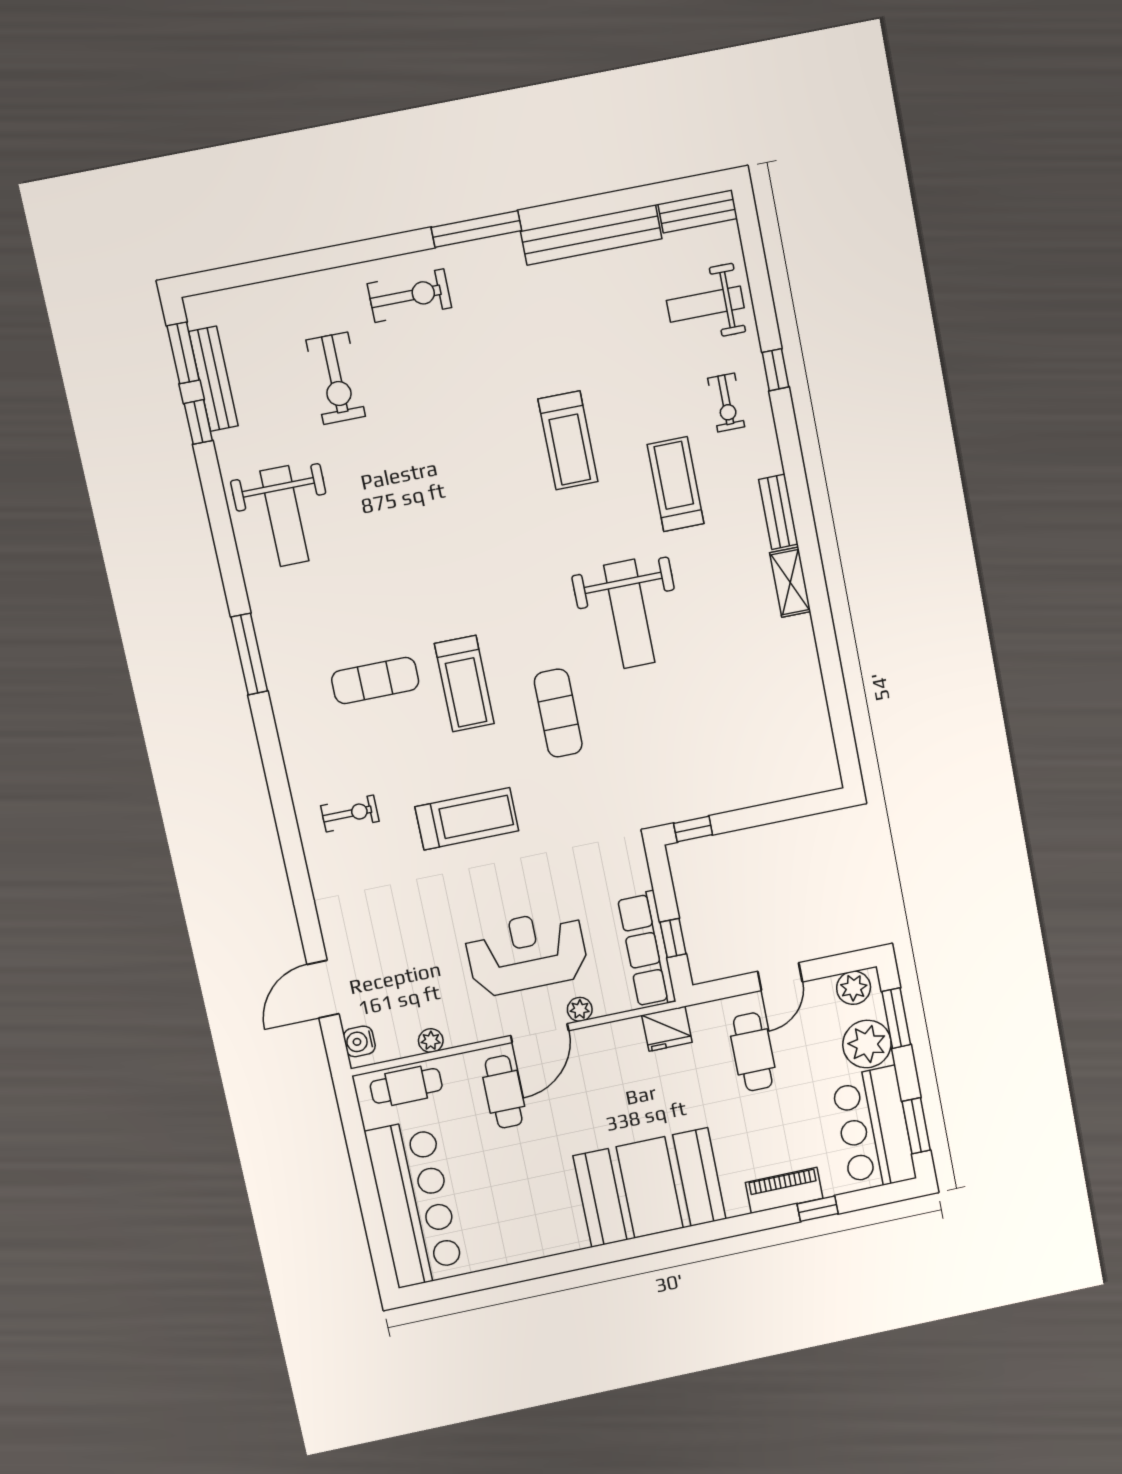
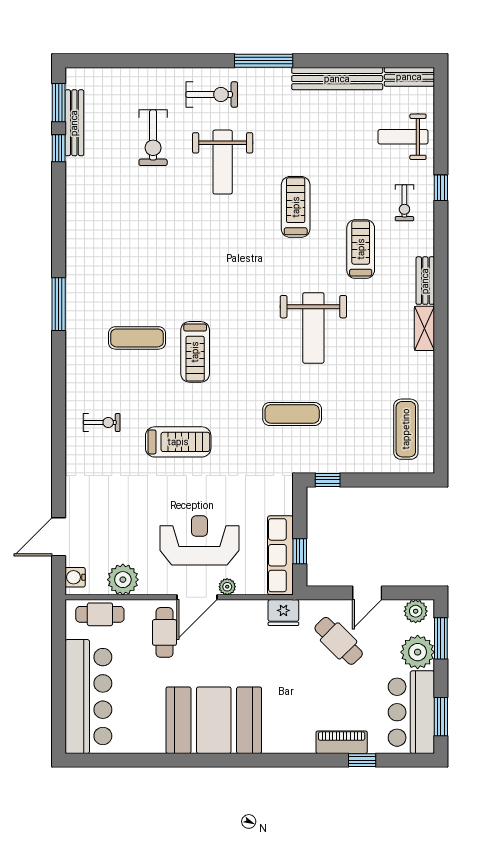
treadmill: (568, 440) -> (296, 207), turned 180
weight bench: (284, 516) -> (223, 162), moved
exercise mat: (558, 713) -> (292, 414), moved, turned 90
exercise mat: (791, 733) -> (406, 429), added
plant: (431, 1041) -> (123, 580), width x1.88, depth x1.88
cafe table: (753, 1052) -> (339, 641), turned -45
booth: (650, 1187) -> (214, 720), moved

